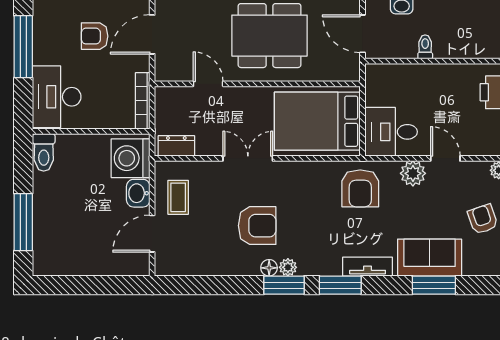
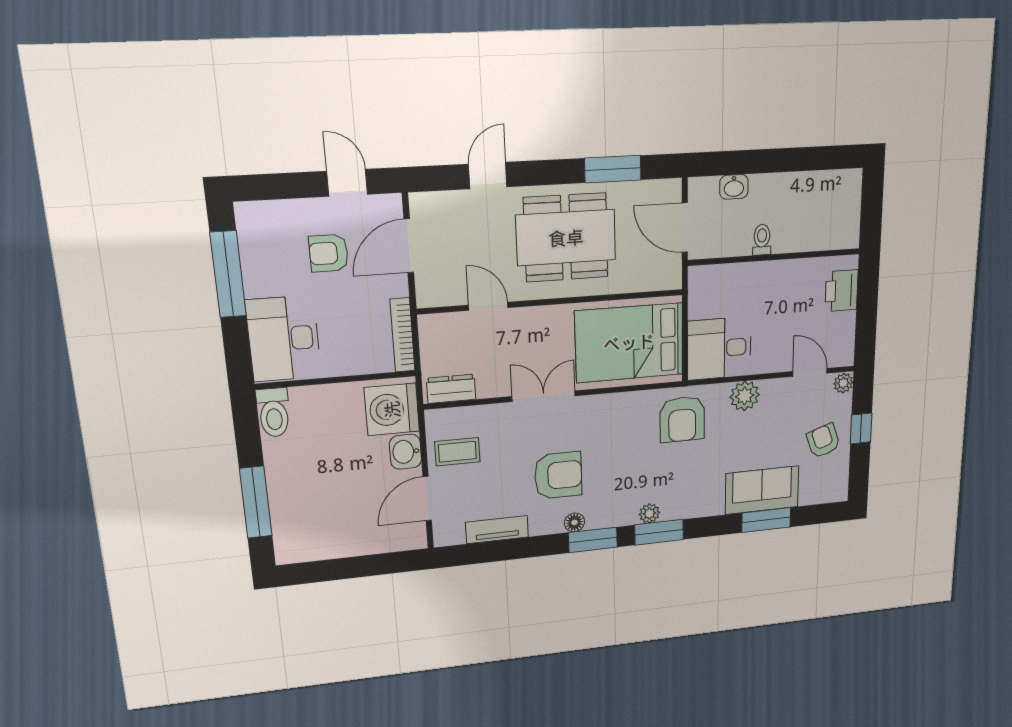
door: (445, 158) -> (810, 372), moved
coffee table: (178, 197) -> (457, 452), turned 90
plant: (288, 267) -> (649, 513), moved
tv unit: (368, 267) -> (497, 530), moved

